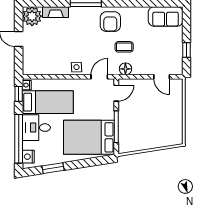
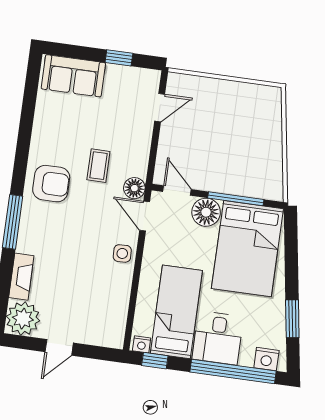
sofa: (166, 16) -> (73, 76), moved, turned 90
floor lamp: (125, 69) -> (134, 188), moved
floor lamp: (106, 111) -> (206, 212), added

